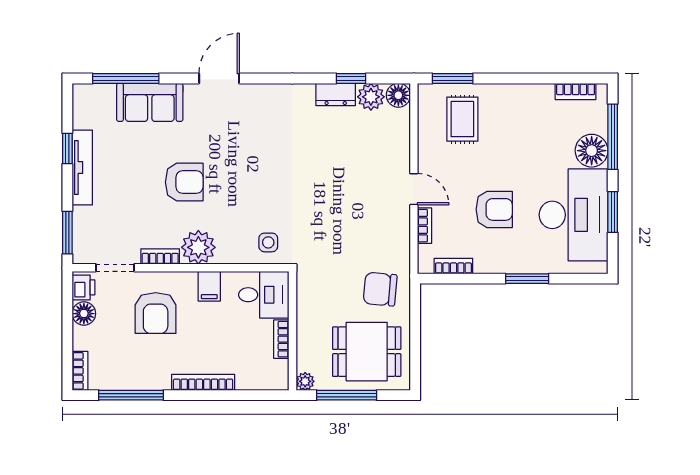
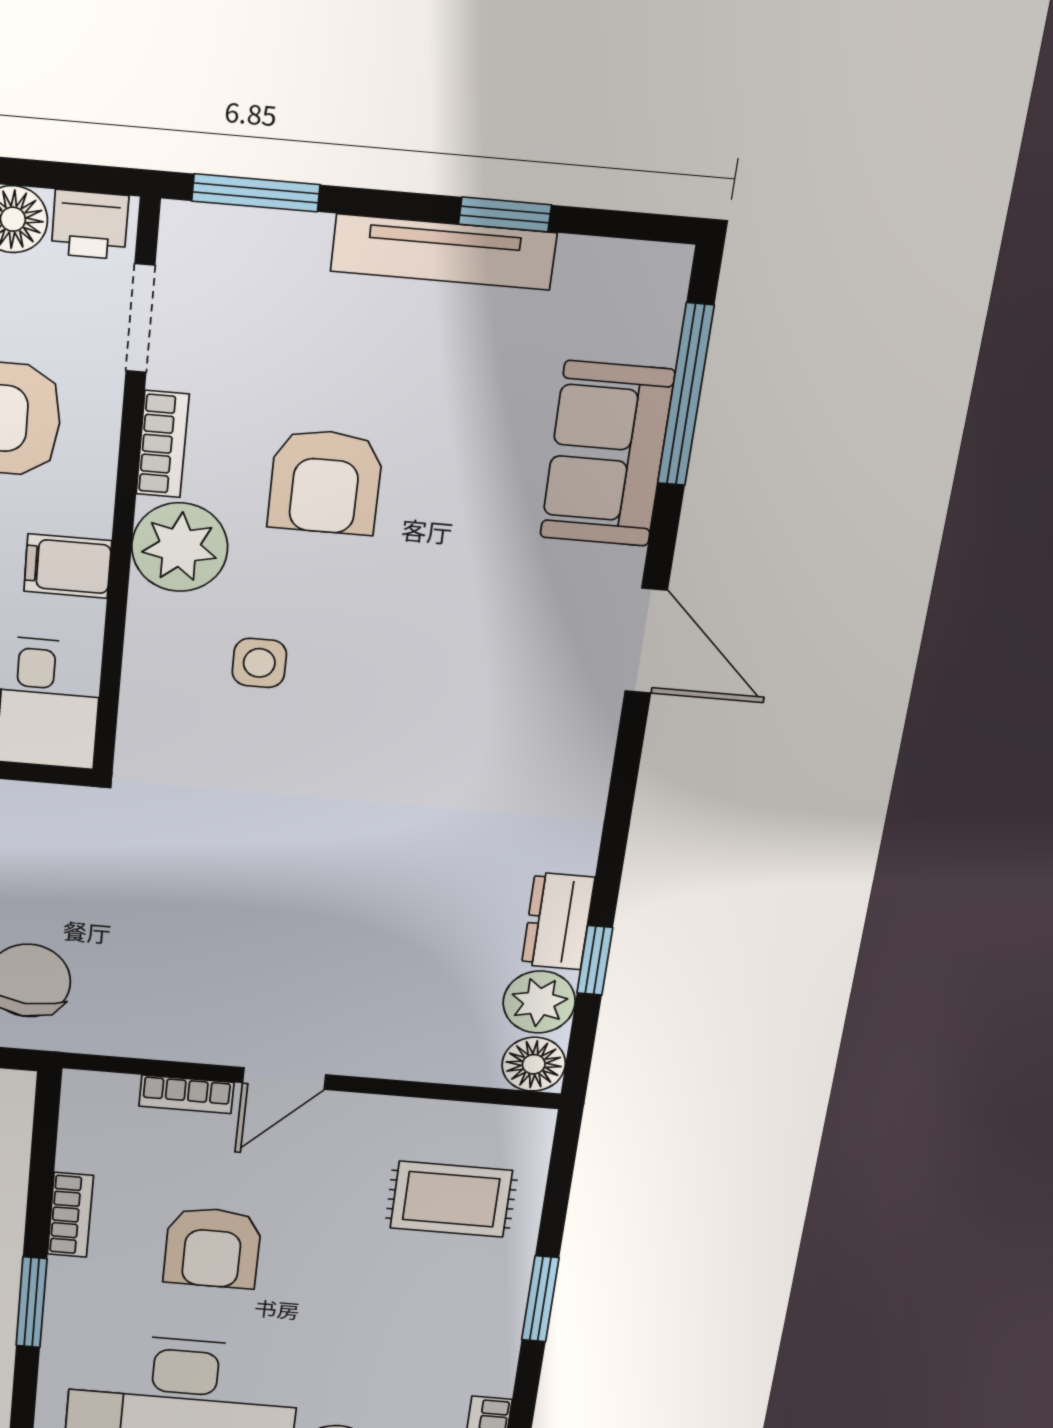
window: (453, 78) -> (540, 1299), moved
armchair: (184, 182) -> (325, 482), moved
side table: (268, 242) -> (259, 663), moved
bookcase: (453, 266) -> (70, 1215), moved

